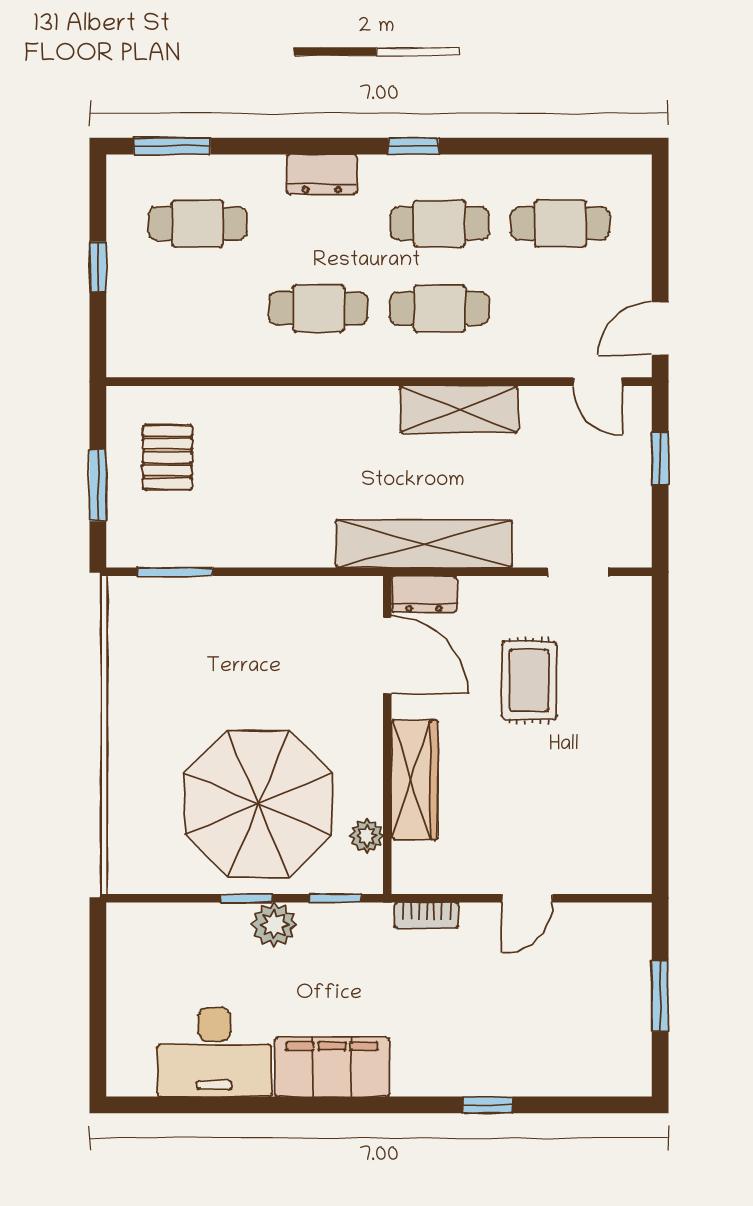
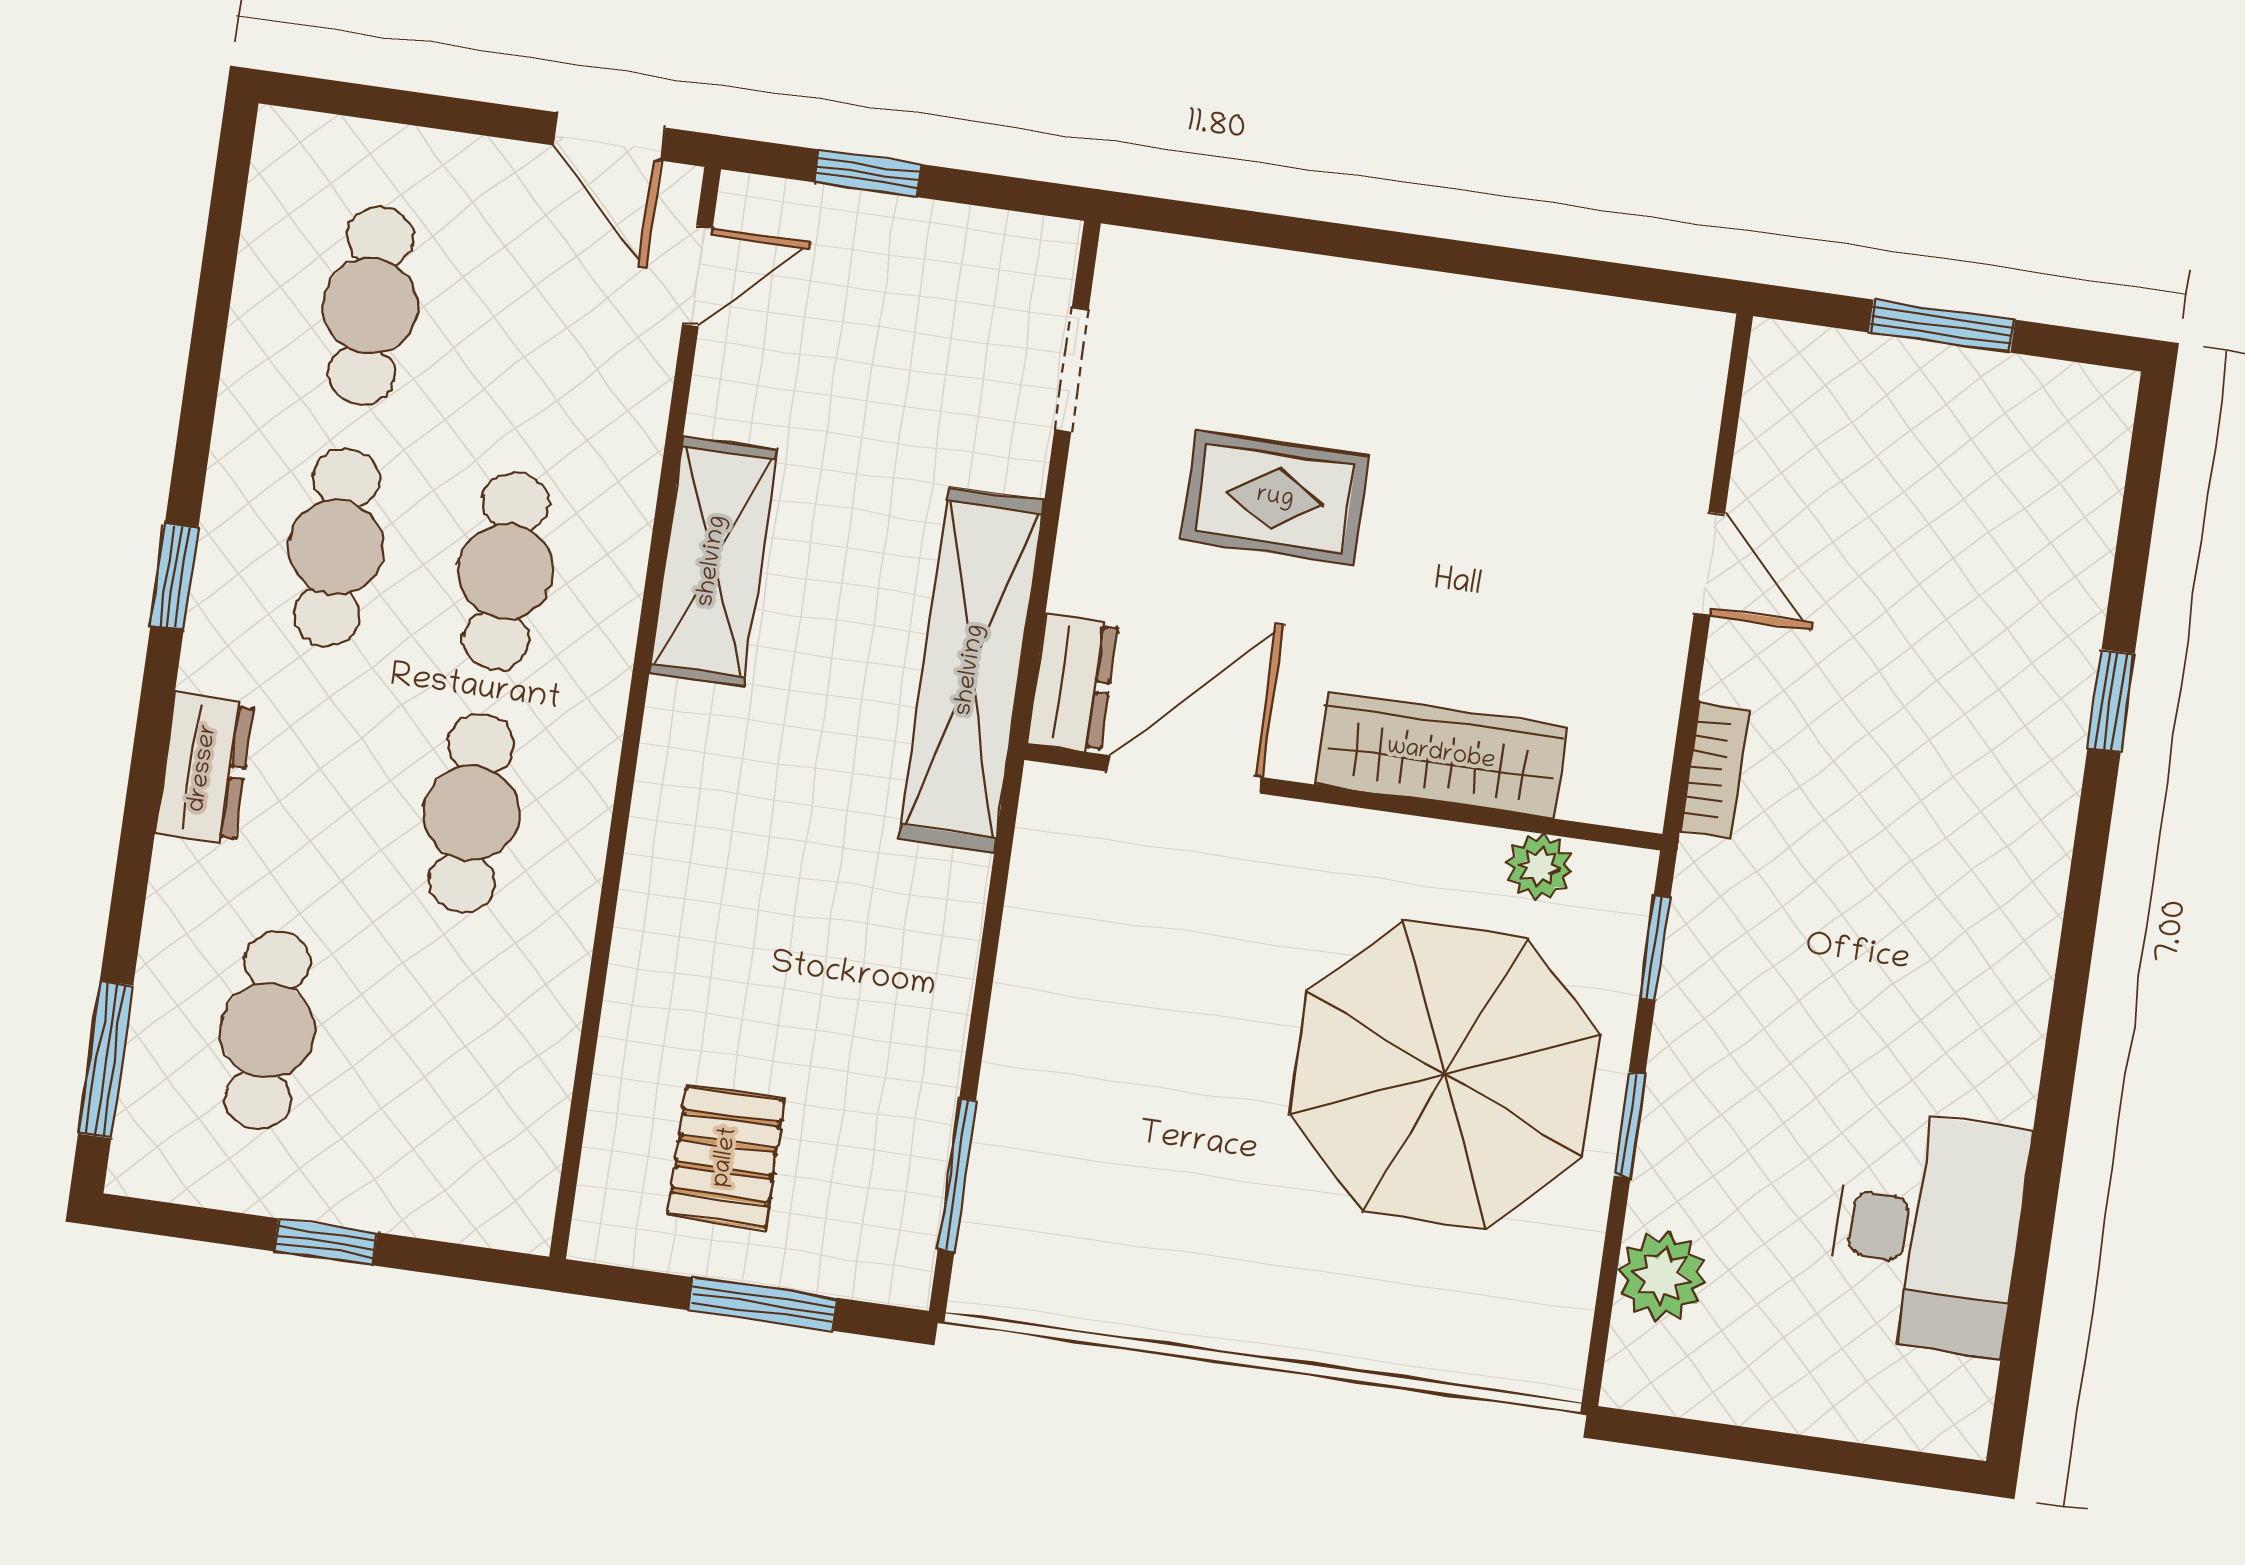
pallet: (167, 457) -> (726, 1157), turned 90
plant: (274, 925) -> (1662, 1276), moved
filing cabinet: (332, 1067) -> (1991, 1002), removed

